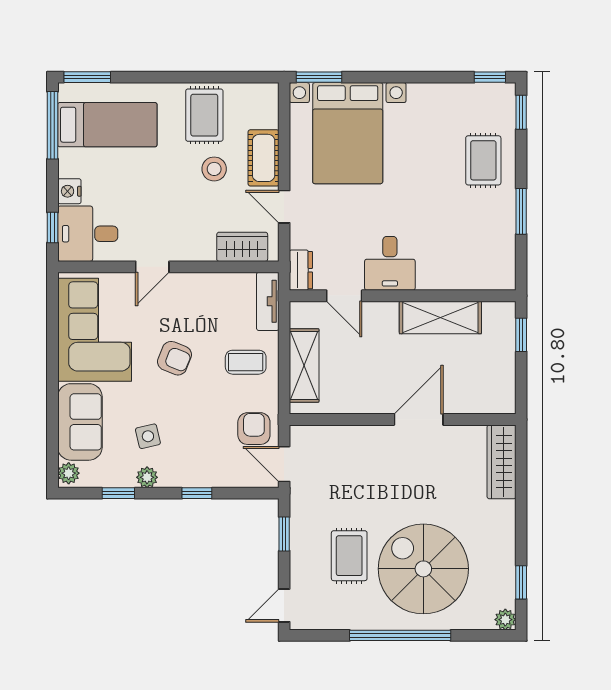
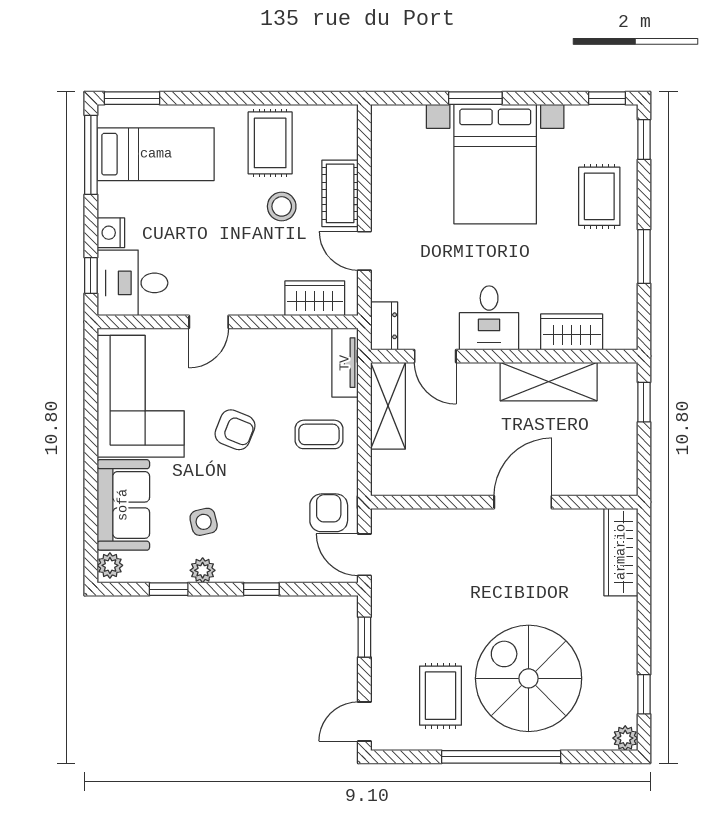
window: (319, 77) -> (475, 98), moved
bed with nightstands: (348, 133) -> (495, 164), moved
wardrobe: (460, 275) -> (572, 332), added
shelving: (304, 365) -> (388, 406), moved
rug: (349, 556) -> (441, 696), moved

